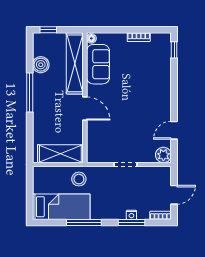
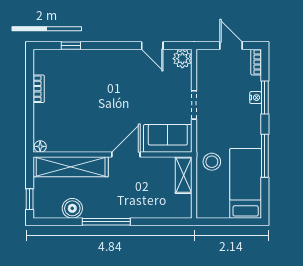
window: (174, 50) -> (71, 46), moved
sofa: (98, 64) -> (168, 138), moved
shelving: (60, 154) -> (184, 175), width x0.67, depth x0.75

